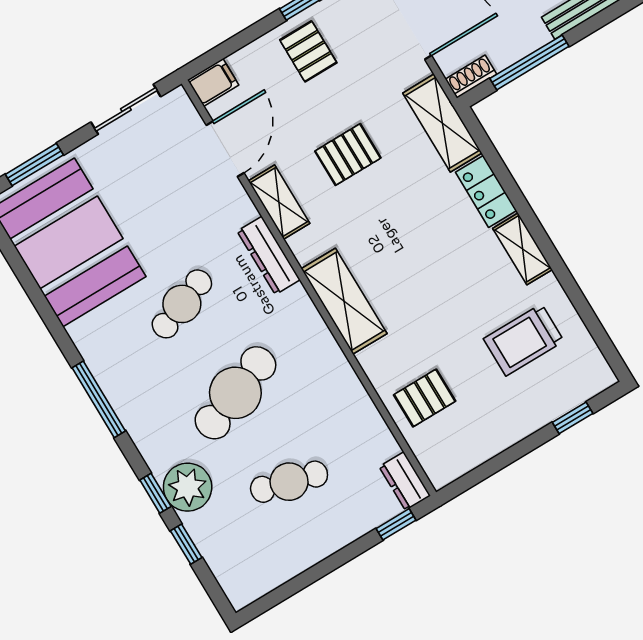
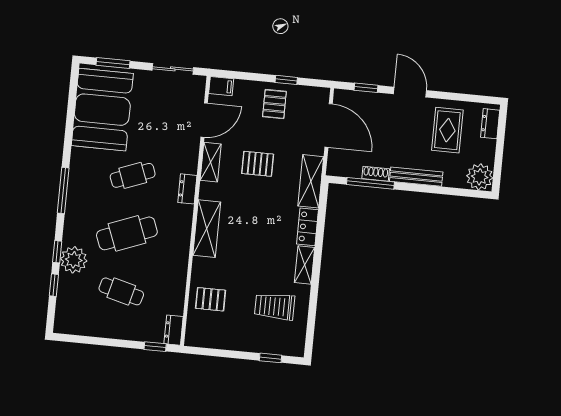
shoe rack: (471, 77) -> (376, 174), moved
dresser: (269, 255) -> (187, 189), width x0.70

